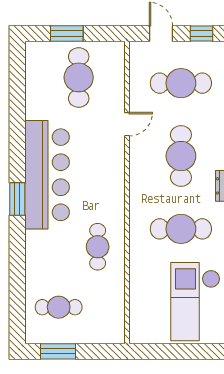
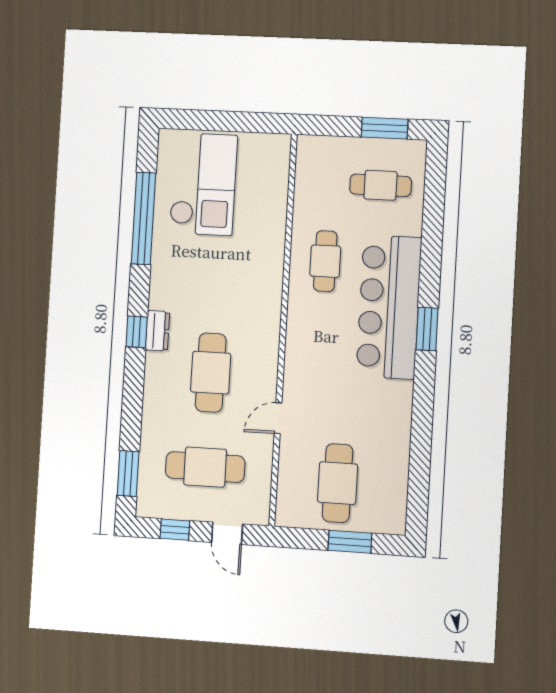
bar counter: (47, 175) -> (389, 307), moved
cafe table: (181, 229) -> (216, 279), removed

